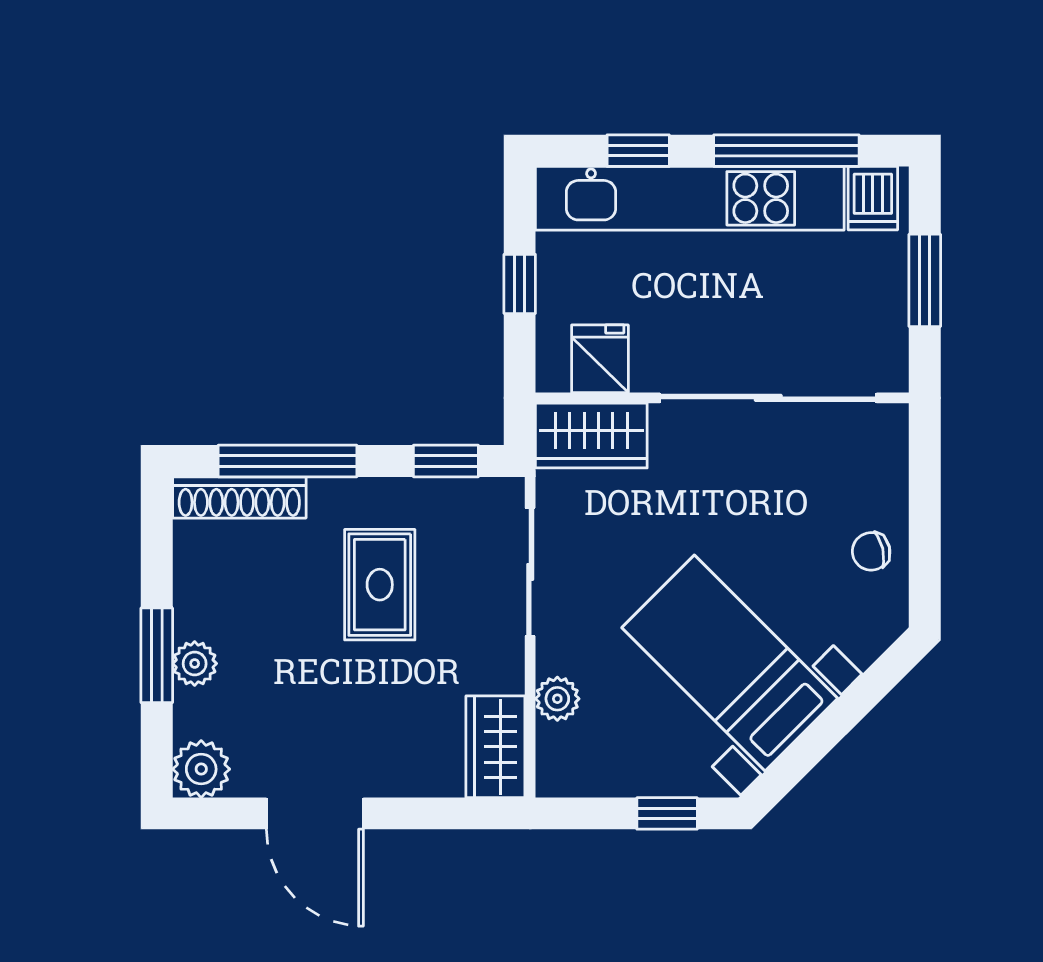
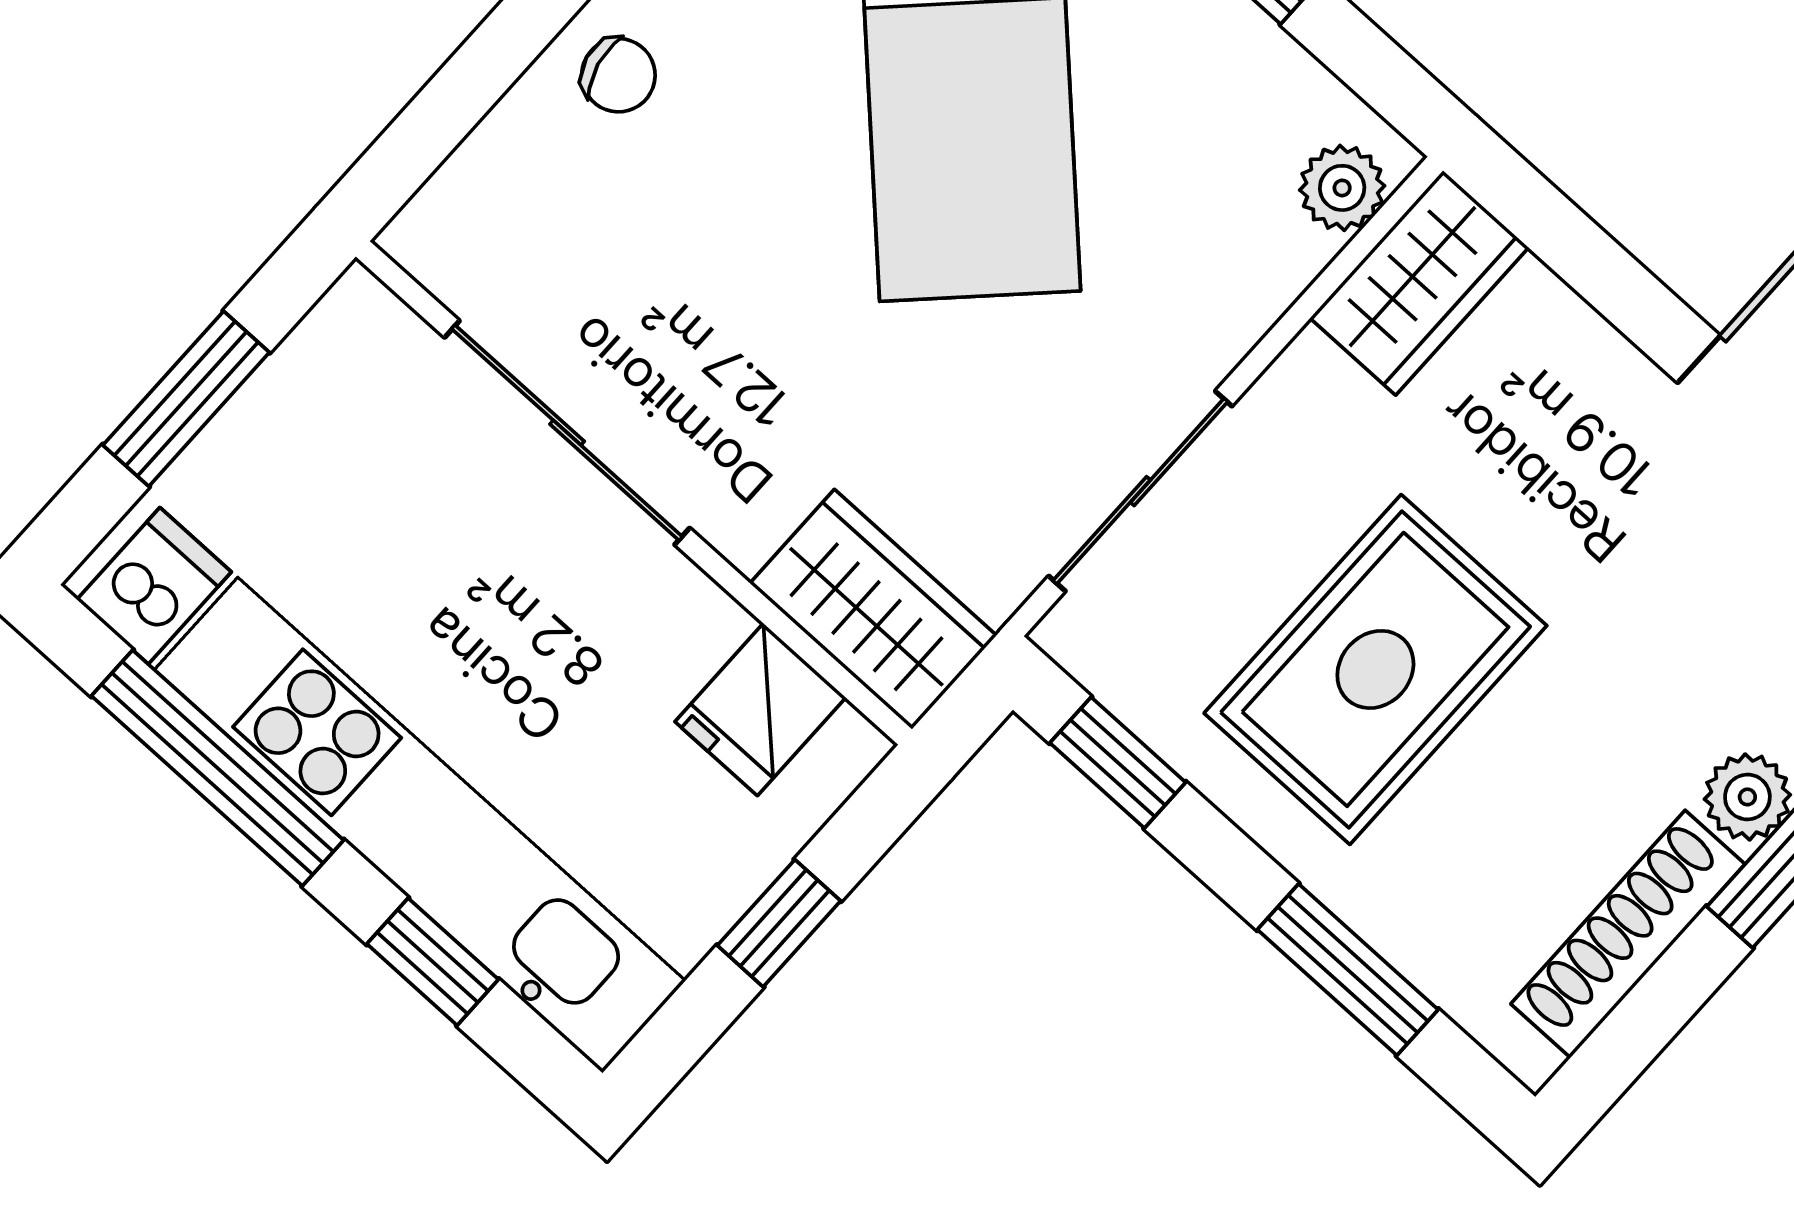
sliding door: (768, 398) -> (567, 433), width x0.73
window: (287, 461) -> (1348, 970), width x0.69
shoe rack: (239, 497) -> (1628, 934), moved, turned -90
rug: (380, 585) -> (1375, 669), width x1.36, depth x1.43
plant: (557, 699) -> (1342, 188), moved

